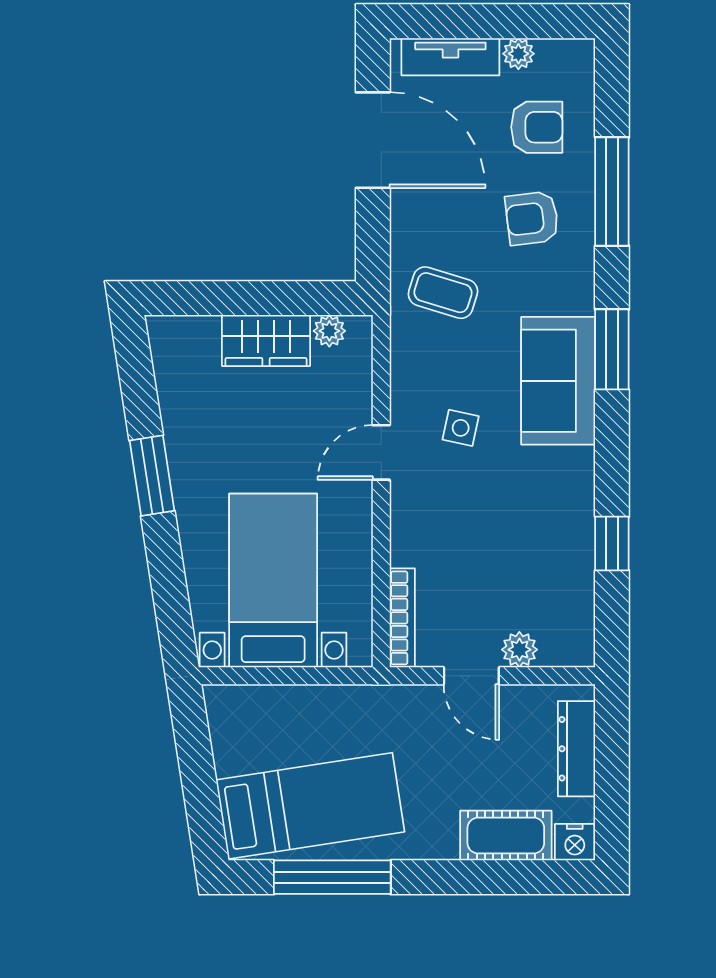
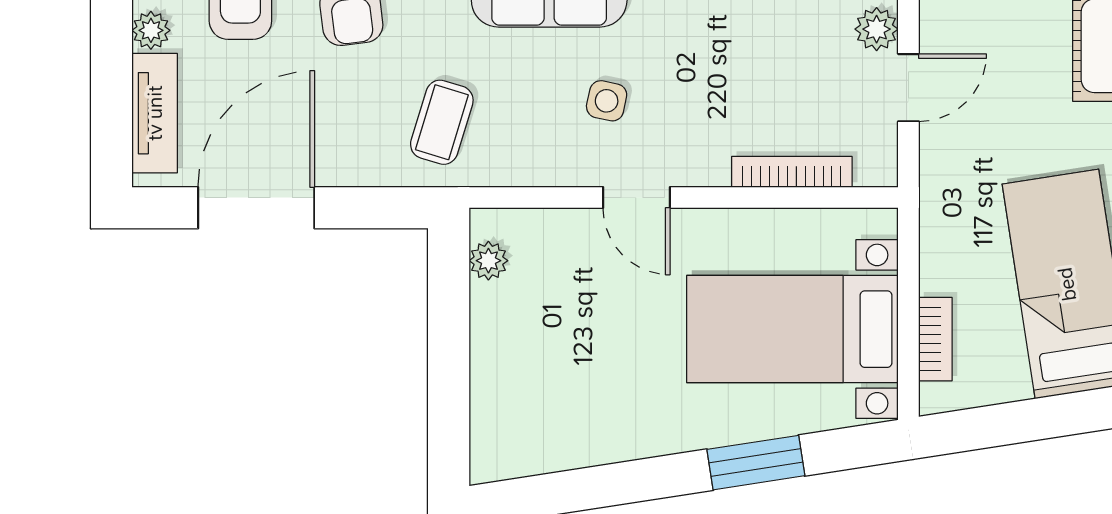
wardrobe: (266, 341) -> (500, 338), removed
window: (152, 476) -> (756, 463), moved
bookcase: (402, 618) -> (792, 172), moved
bookcase: (265, 698) -> (935, 339), added

